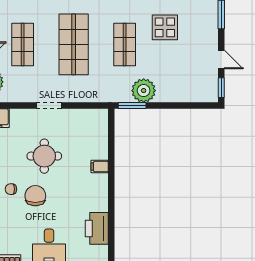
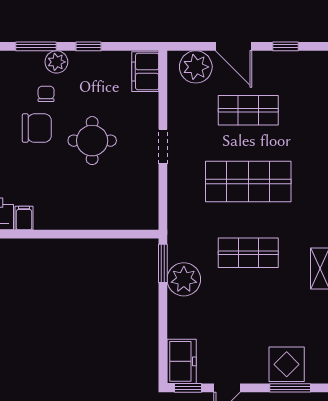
display table: (165, 27) -> (287, 364), moved
freezer: (202, 92) -> (182, 361), added
filing cabinet: (100, 167) -> (24, 218), moved

